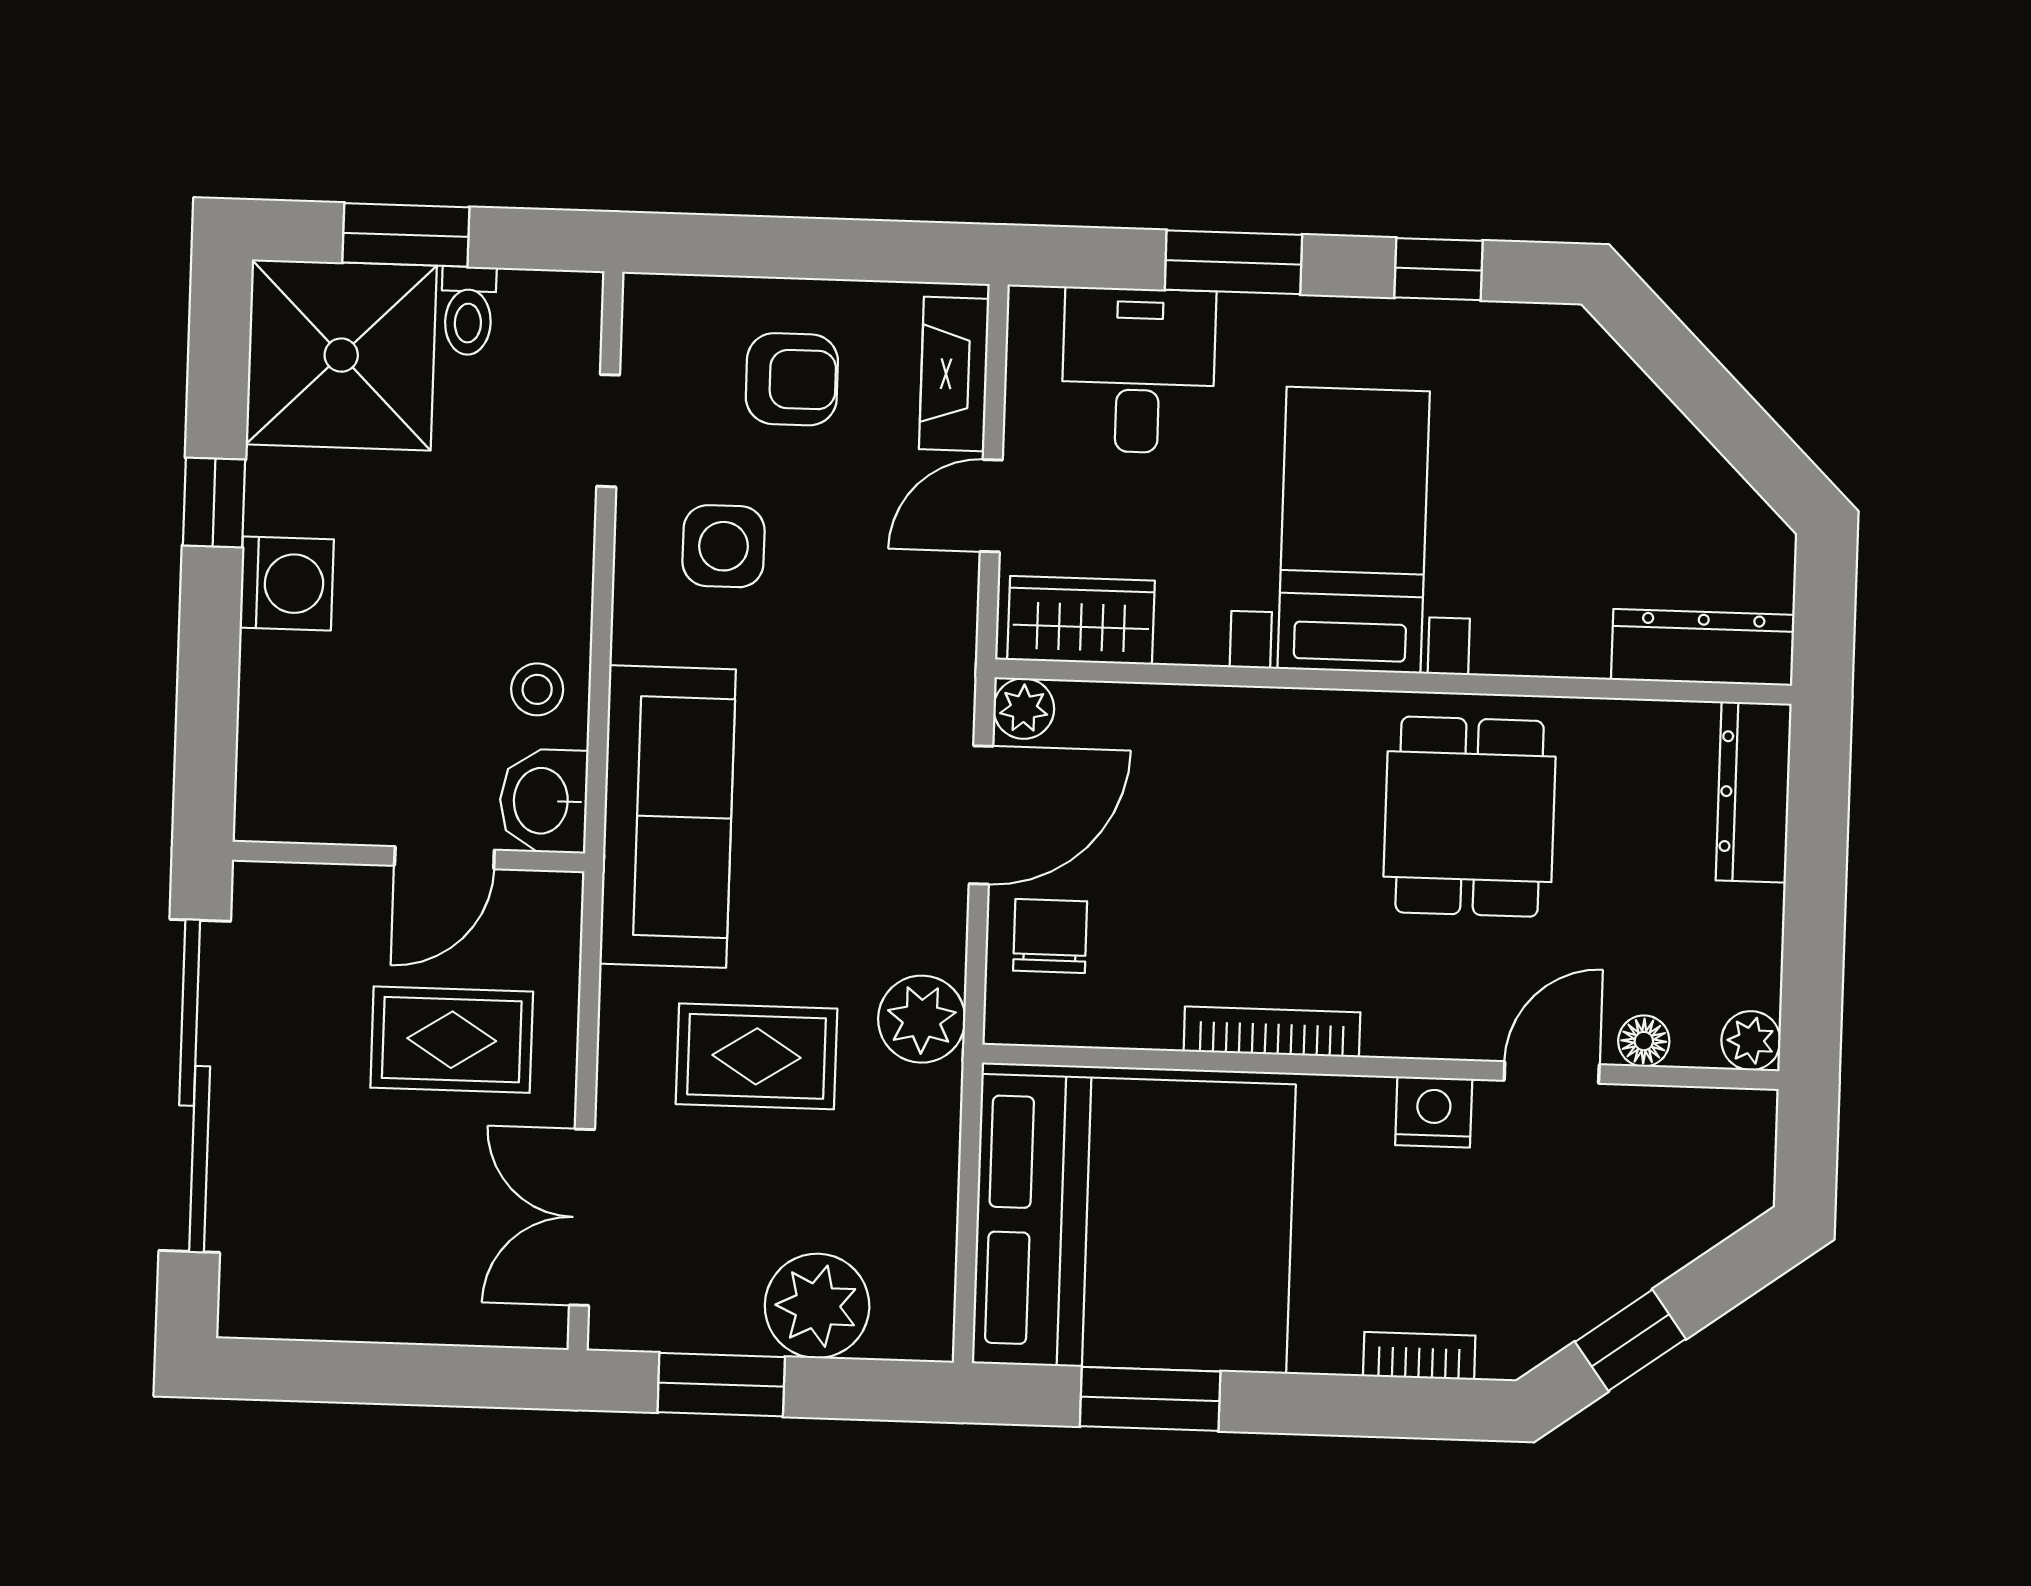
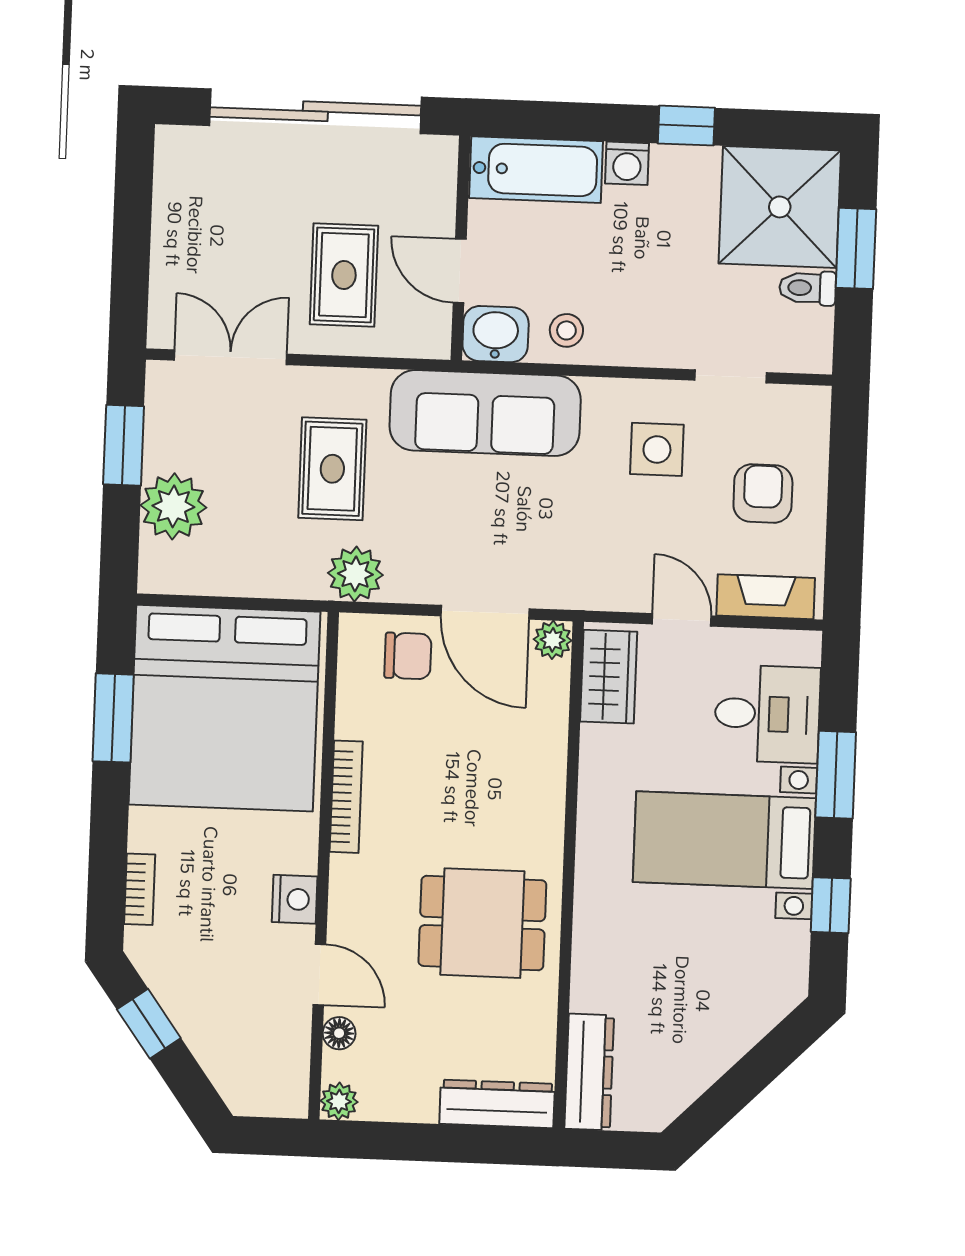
armchair: (792, 379) -> (763, 494), turned 180
bed with nightstands: (1354, 530) -> (724, 840), moved, turned 180
washing machine: (287, 583) -> (627, 163), width x0.73, depth x0.73
bathtub: (285, 739) -> (536, 170), added

